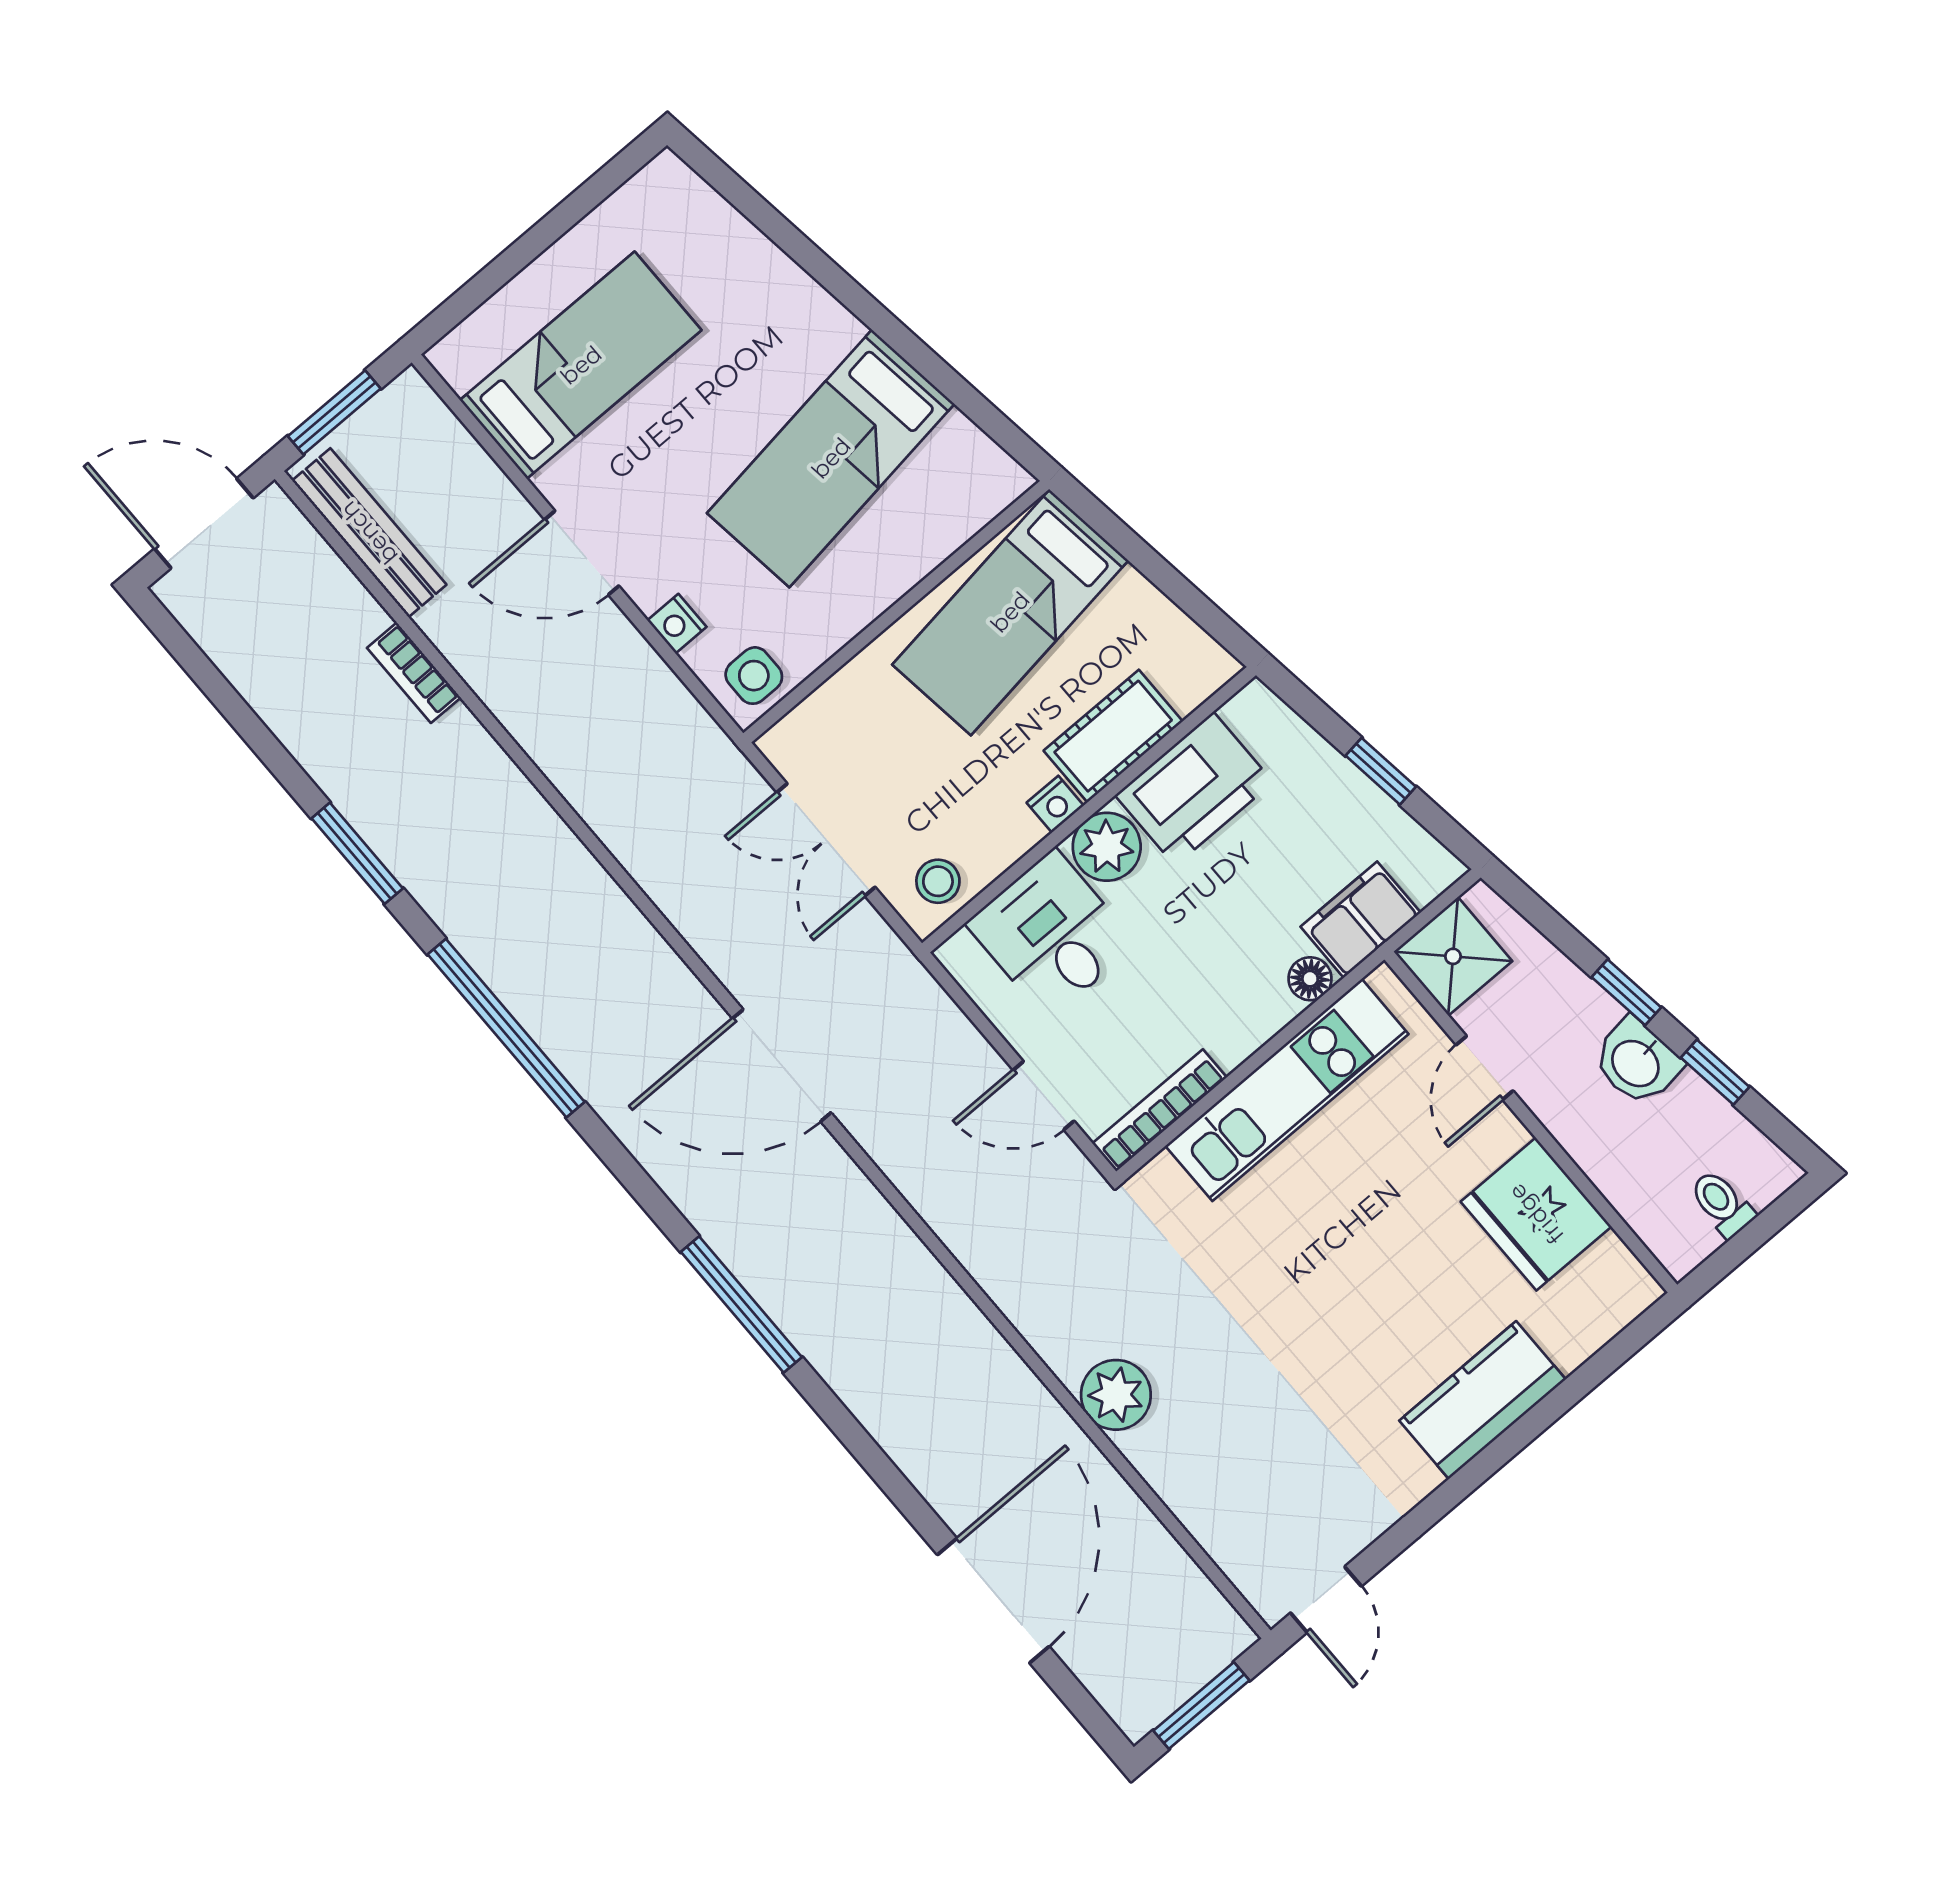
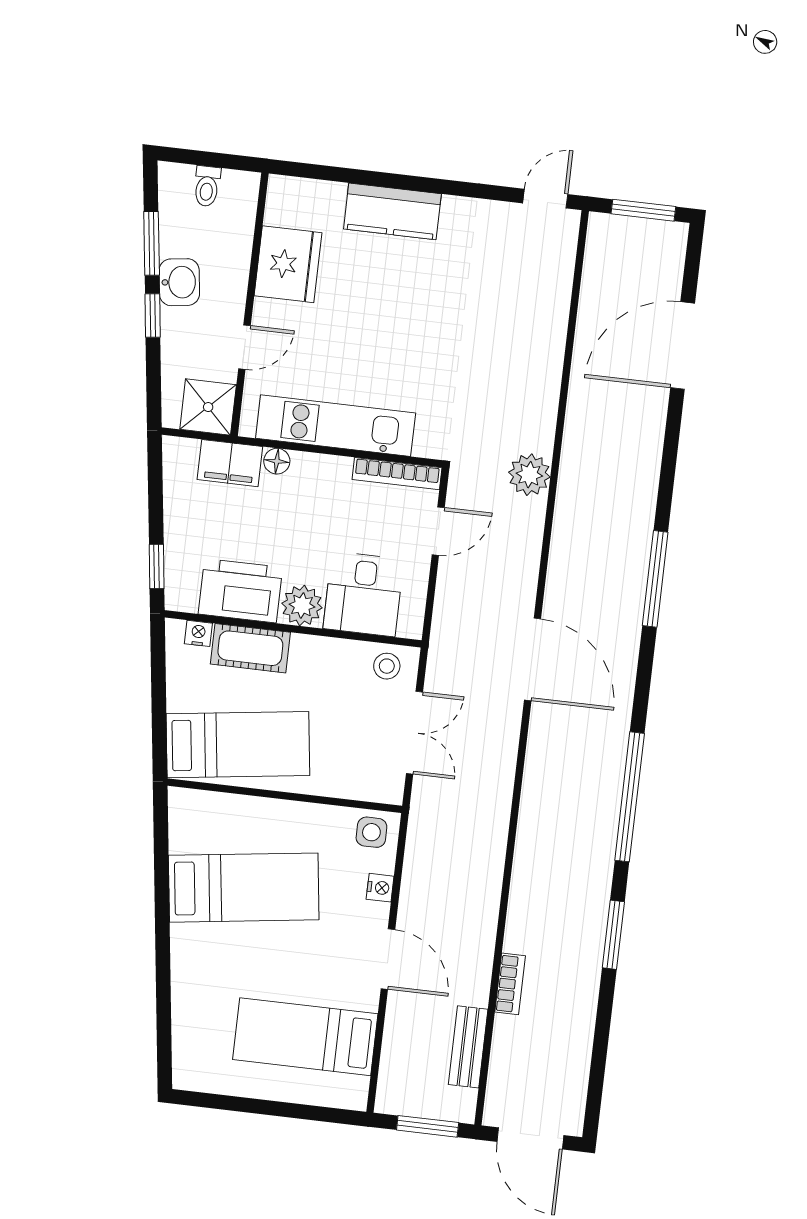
bench: (369, 533) -> (468, 1047), width x0.73
window: (1381, 771) -> (157, 566), moved
nightstand: (1055, 804) -> (198, 633), moved
window: (1715, 1072) -> (152, 243), width x1.50
door: (1044, 1096) -> (438, 531), hinge flipped
plant: (1116, 1395) -> (529, 475), moved

